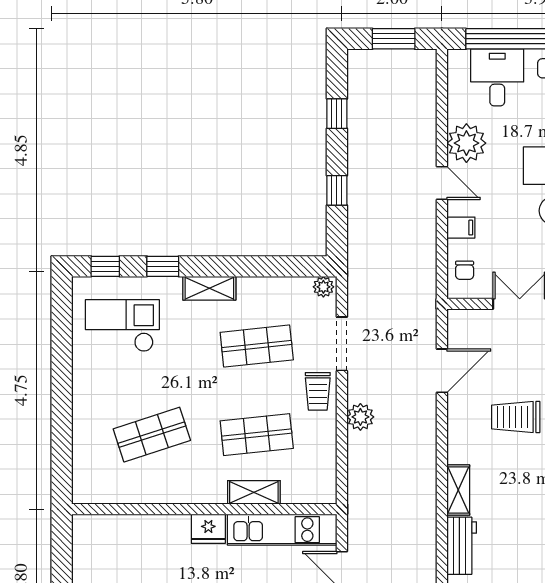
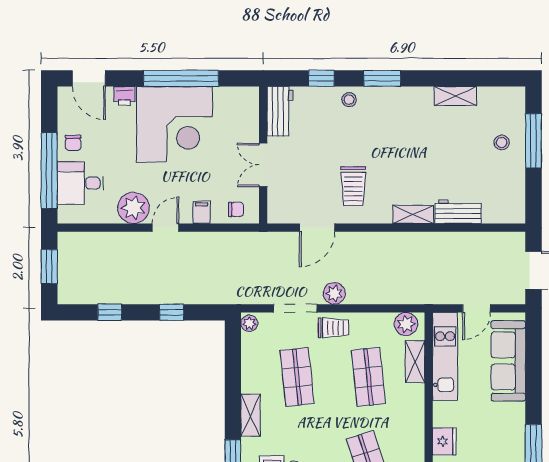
door: (442, 371) -> (317, 228), swing flipped
plant: (360, 417) -> (334, 293), moved
trolley: (516, 417) -> (353, 186), moved
plant: (322, 481) -> (406, 324), added
shelving: (254, 492) -> (415, 362), moved
fridge: (208, 529) -> (444, 441), moved

